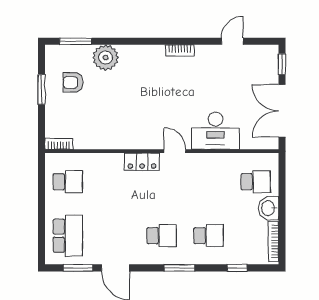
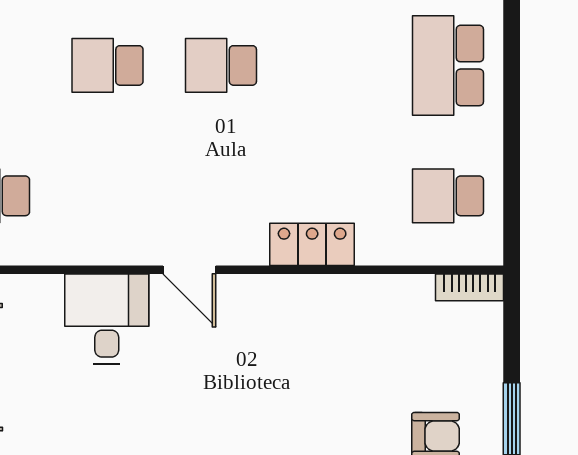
desk: (215, 131) -> (107, 319), width x0.73
locker: (142, 162) -> (312, 244), moved

